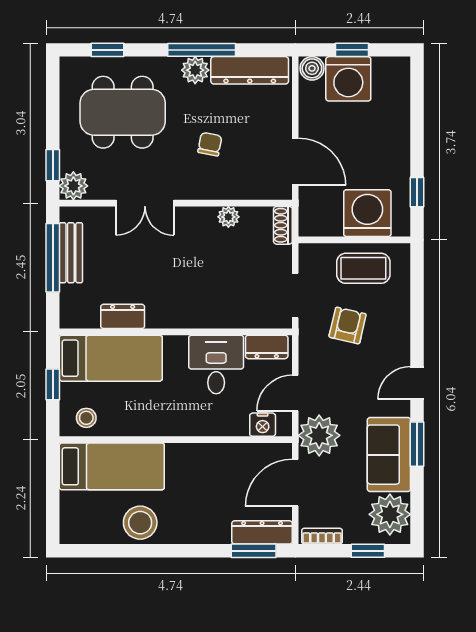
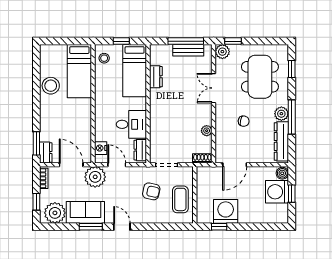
washing machine: (367, 213) -> (226, 211), moved, turned -90
dresser: (262, 532) -> (46, 152), width x0.70

